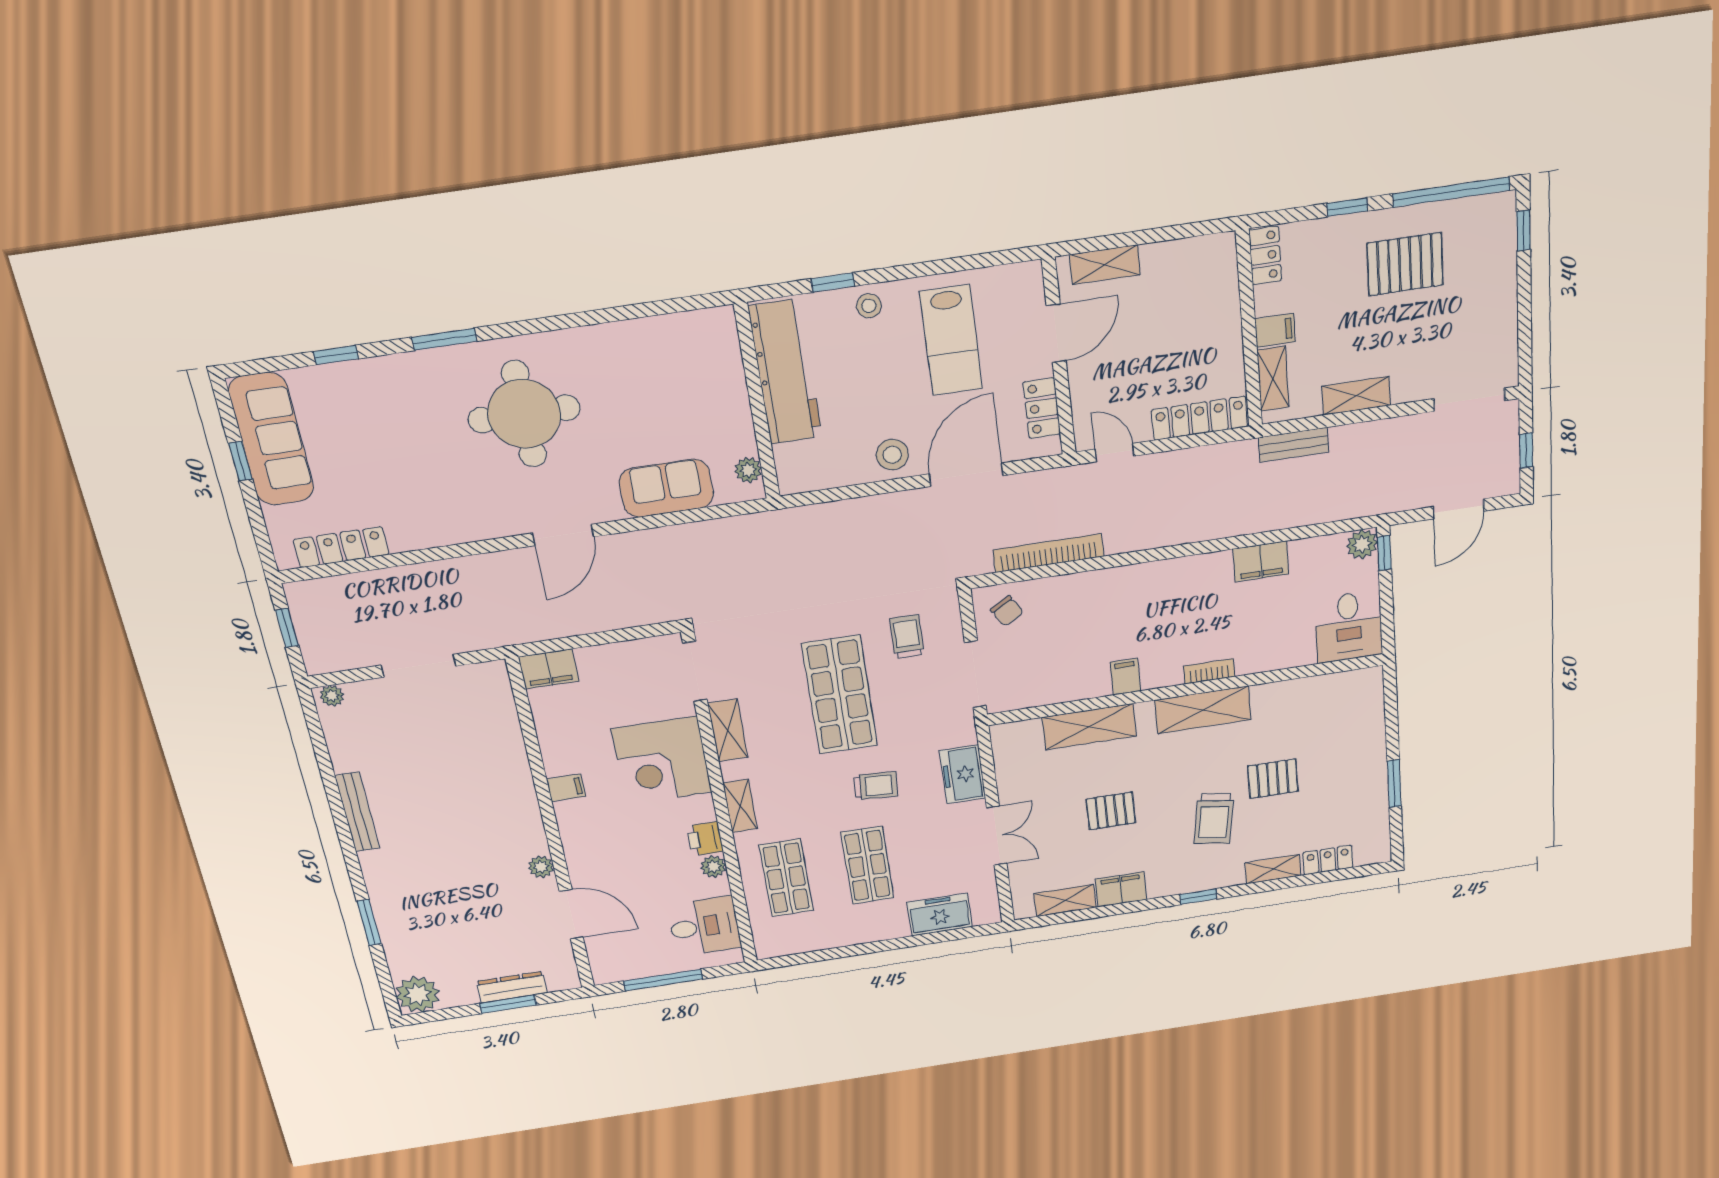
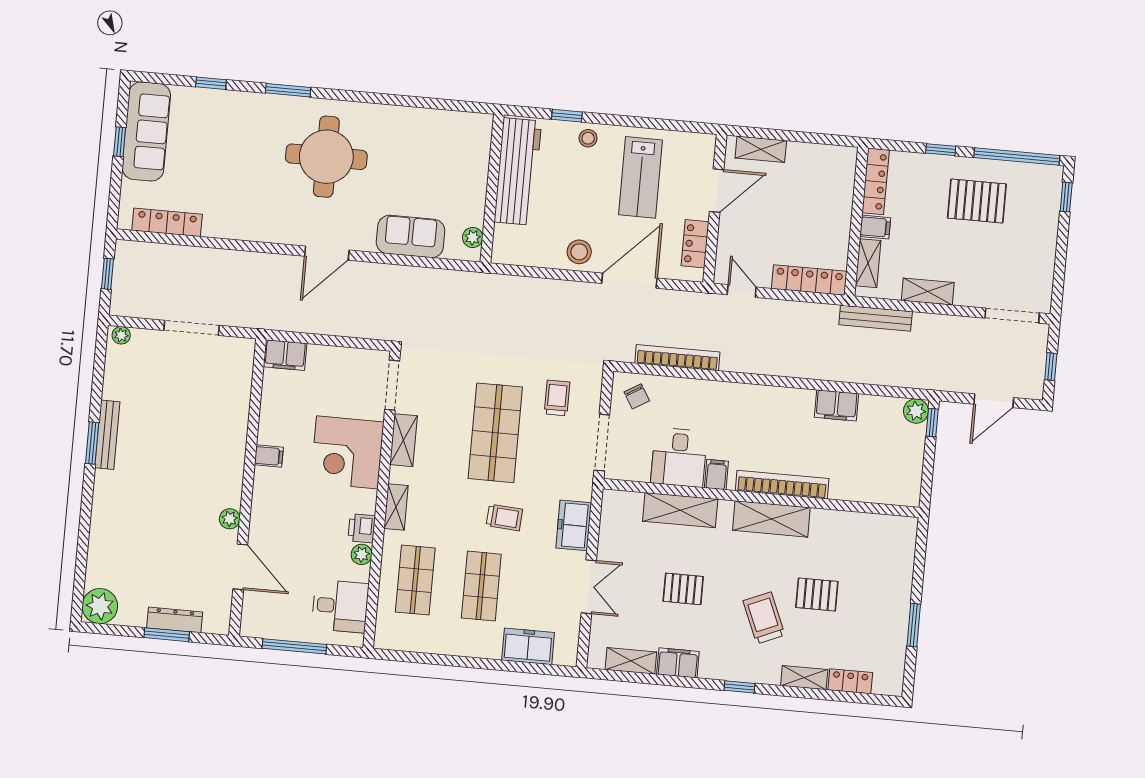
locker: (1265, 255) -> (876, 181), width x1.53
bench: (1294, 445) -> (876, 318), width x1.36
desk: (1349, 627) -> (679, 457), moved
bookcase: (1209, 671) -> (782, 485), width x2.31, depth x1.31
trolley: (1214, 819) -> (764, 618), turned 148
window: (369, 923) -> (92, 443), moved

